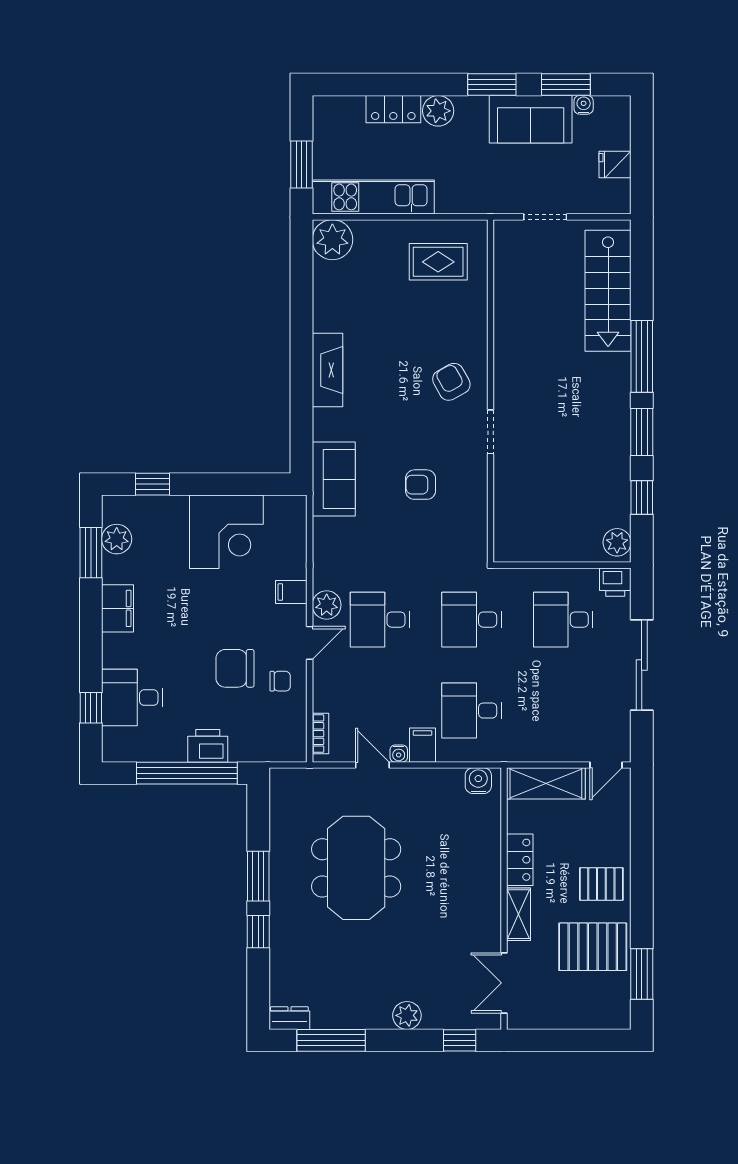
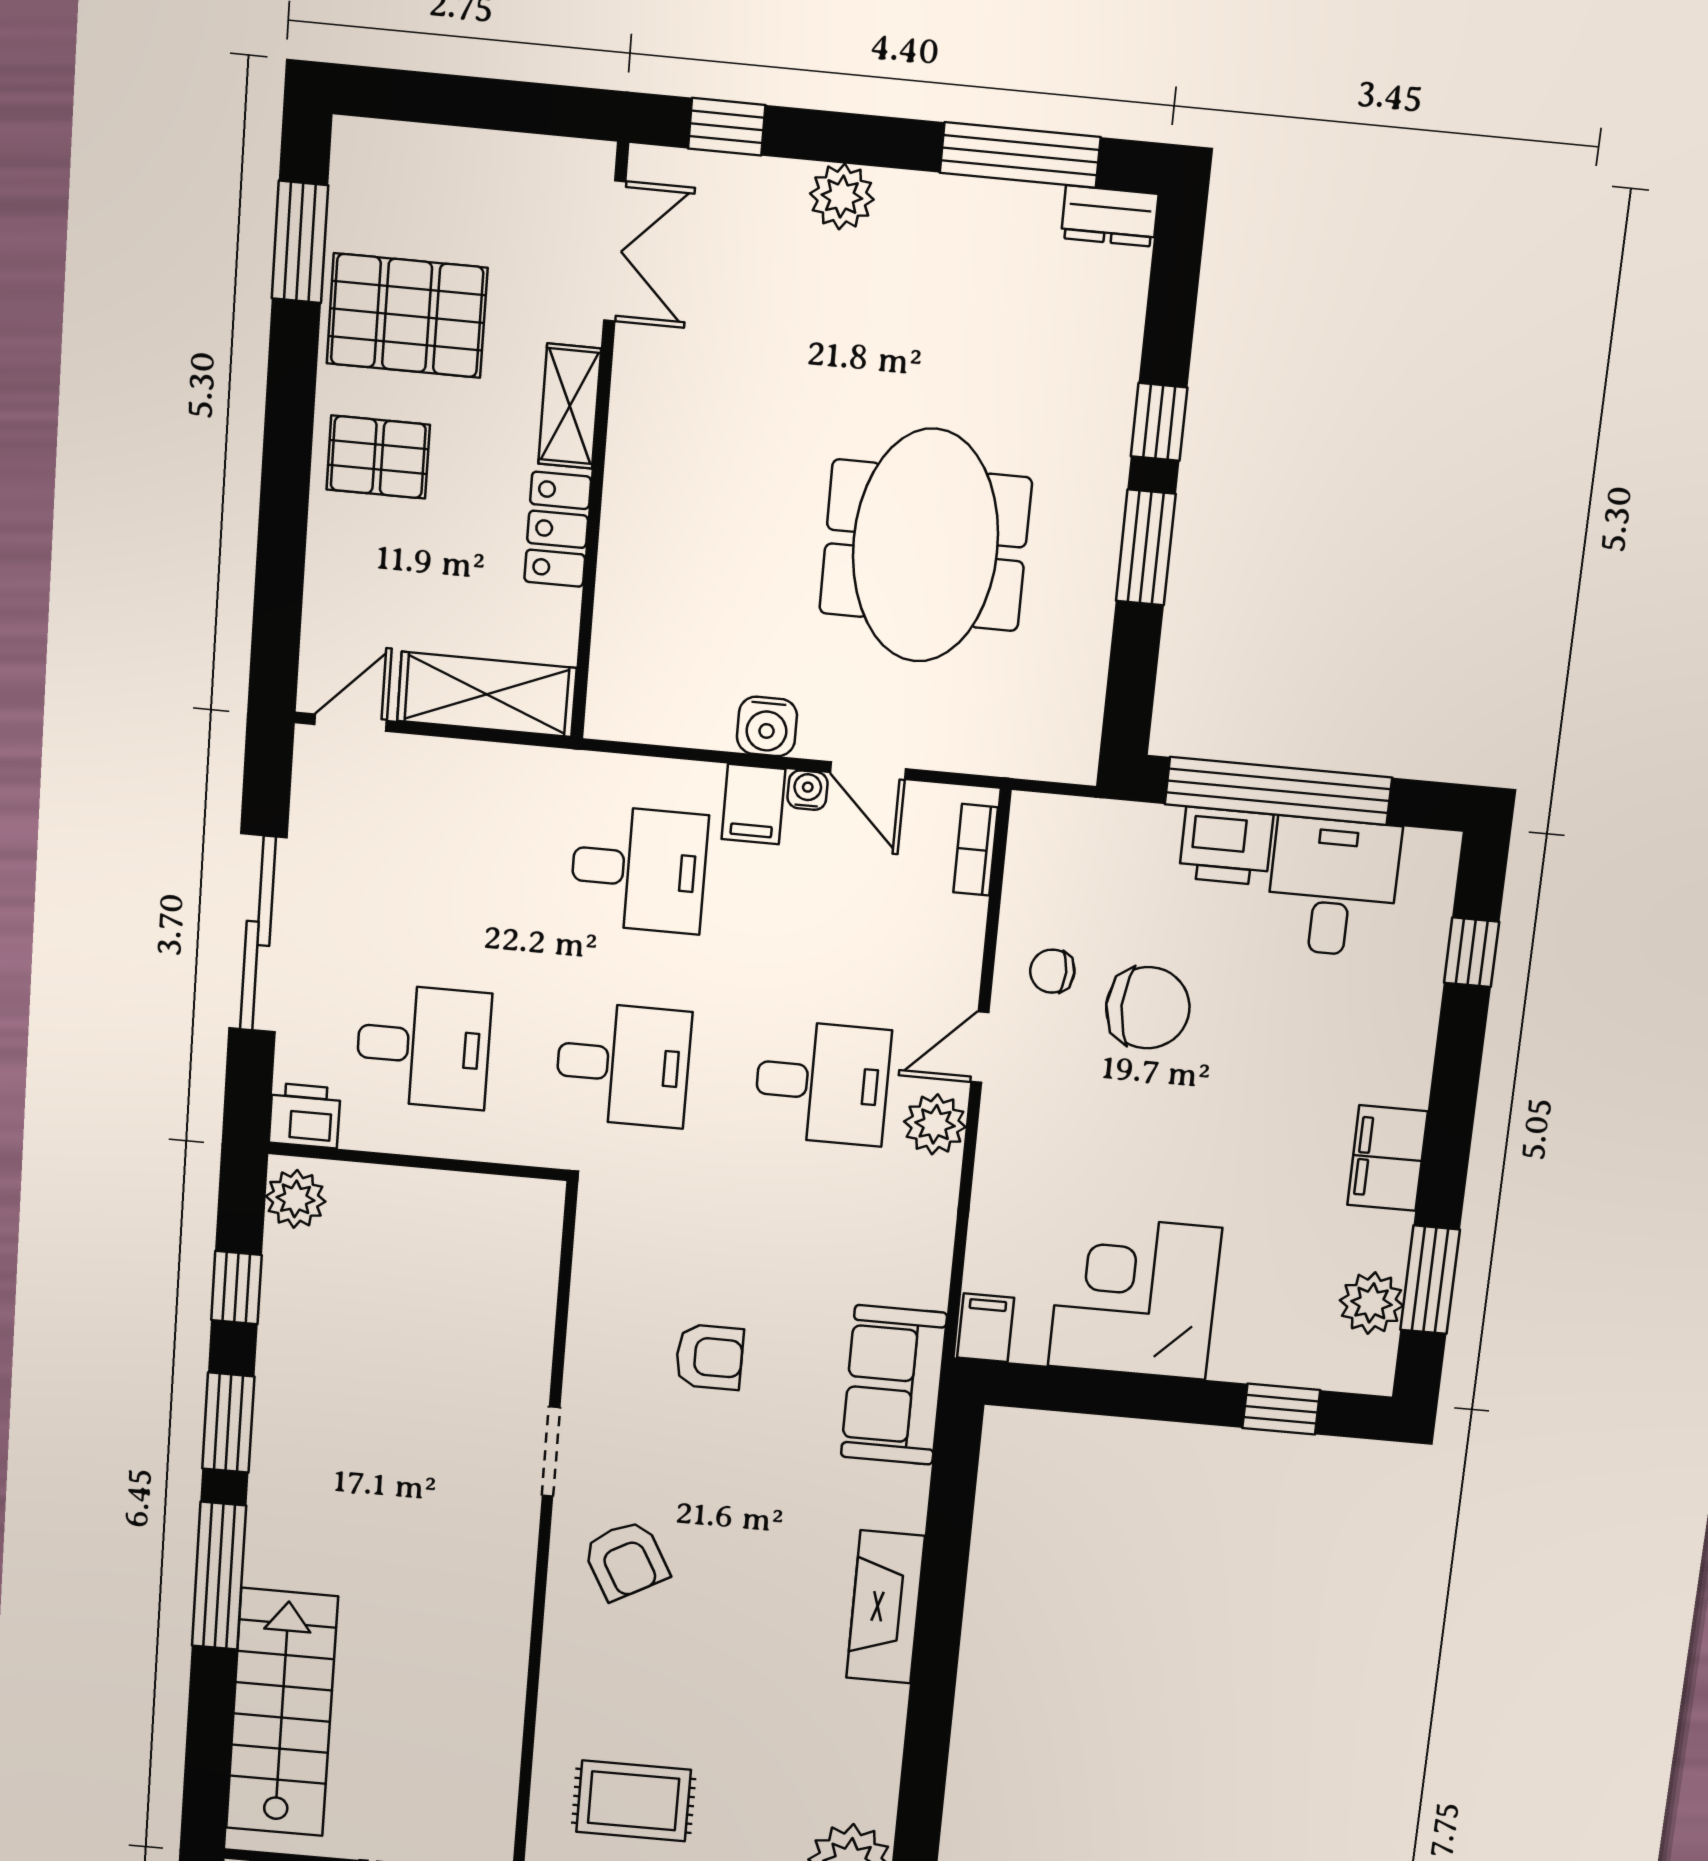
filing cabinet: (291, 592) -> (986, 1328), moved, turned -90
desk: (132, 698) -> (1333, 887), moved, turned -90
water cooler: (478, 781) -> (767, 726), moved

